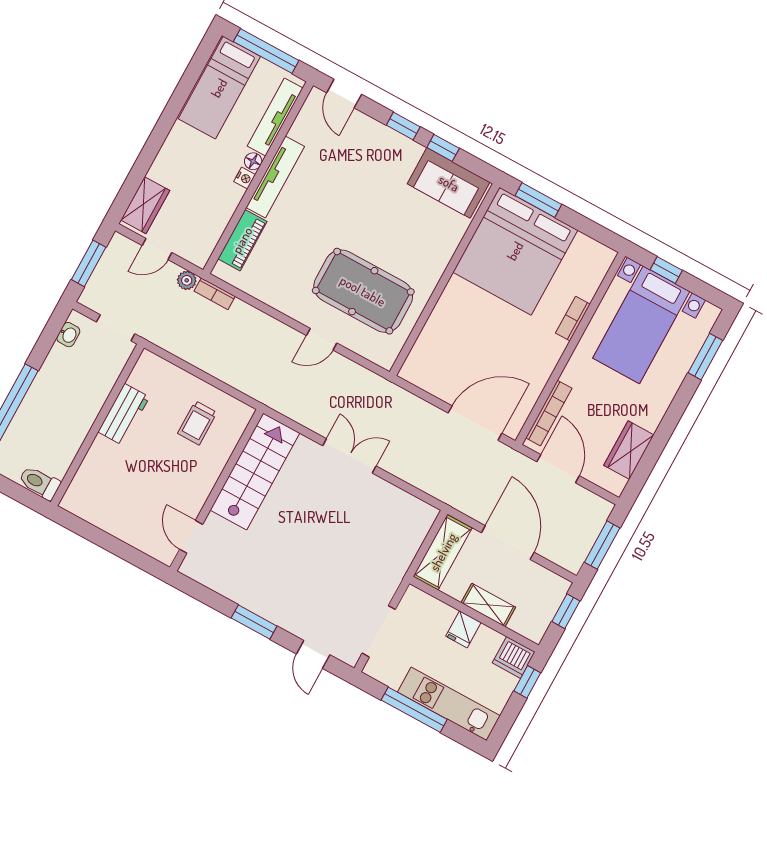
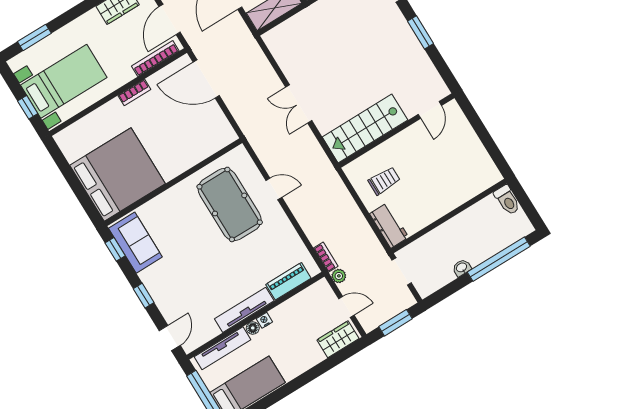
window: (443, 148) -> (115, 249), moved
window: (538, 200) -> (84, 199), removed
bookcase: (573, 319) -> (134, 92), moved
washbasin: (68, 335) -> (462, 268), moved
workbench: (124, 414) -> (389, 225), moved, turned 90

